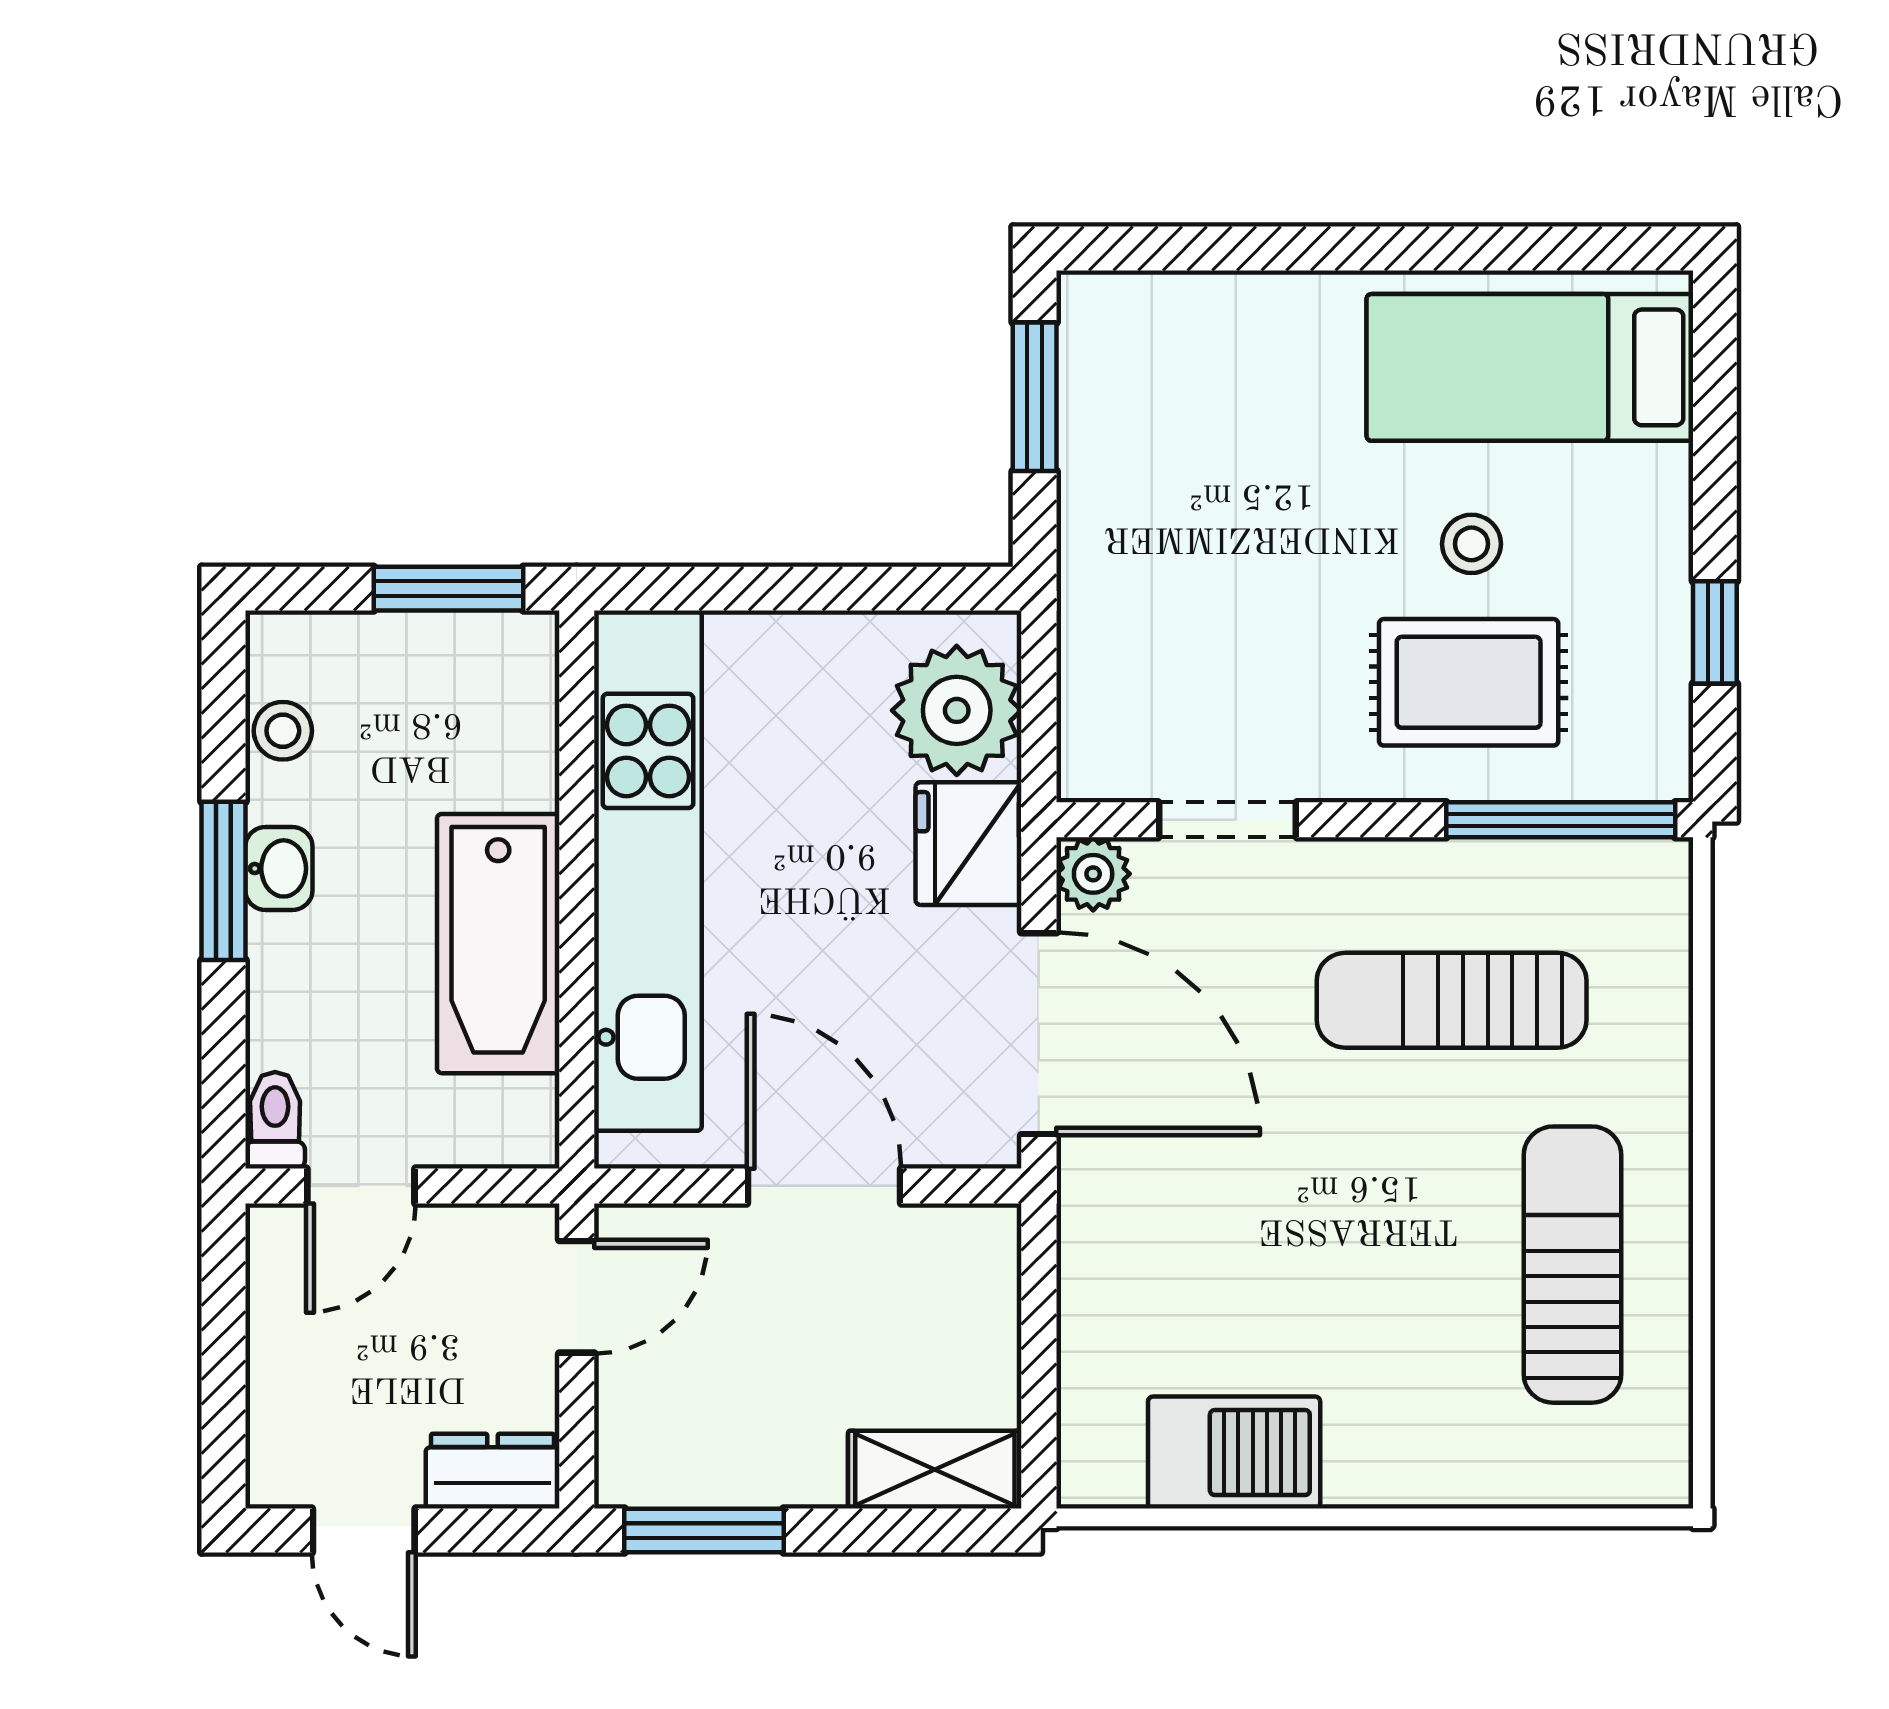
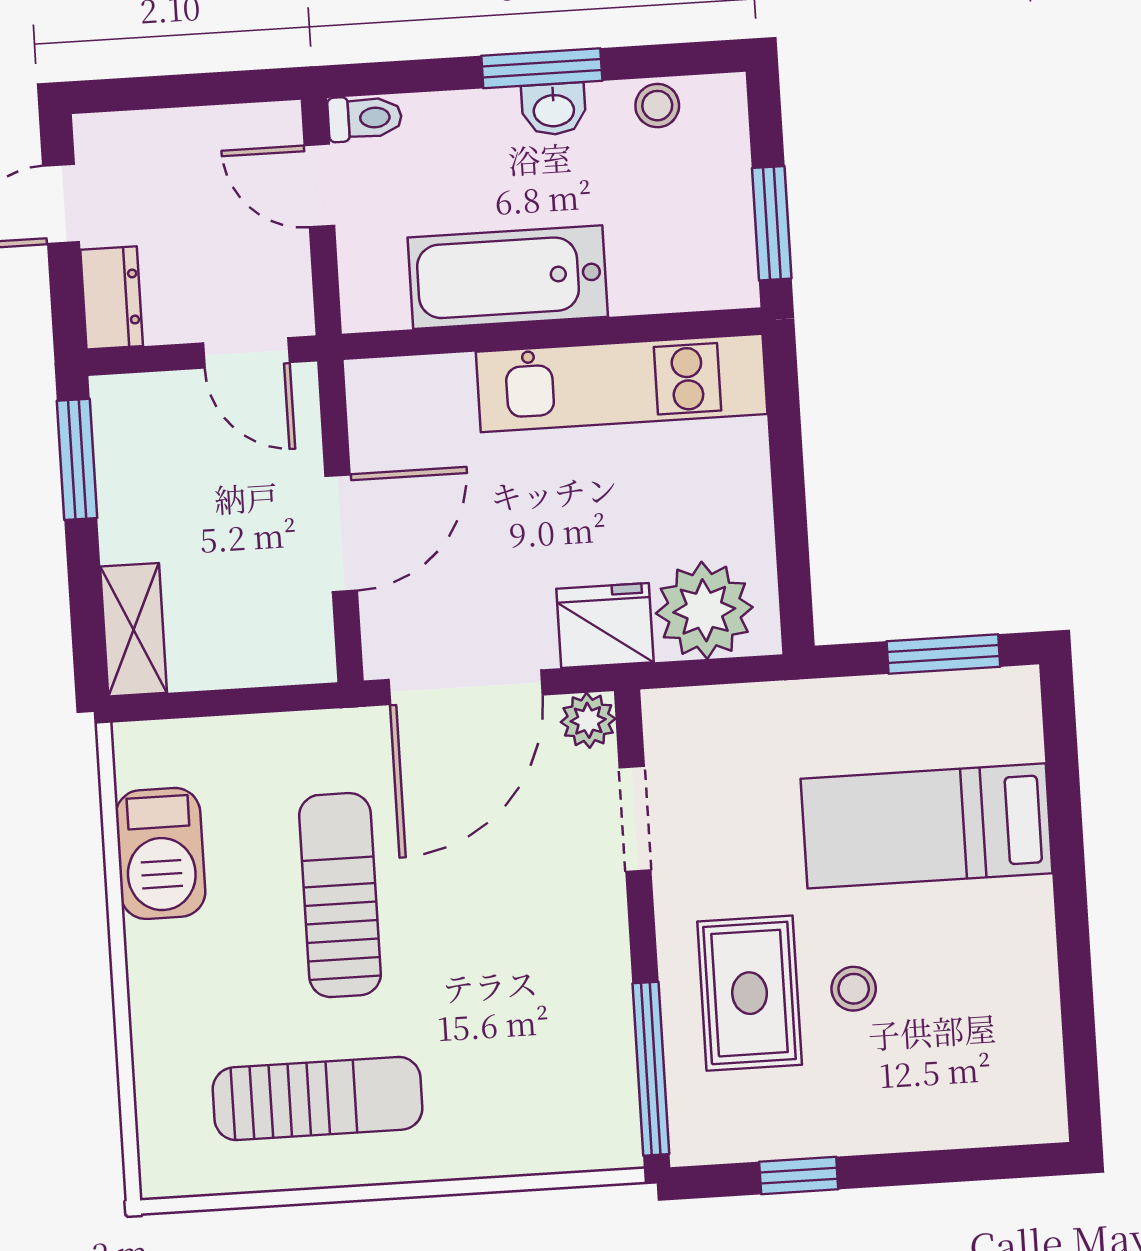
bed: (1530, 367) -> (927, 826), moved, turned -90
kitchen unit: (648, 871) -> (622, 383), width x0.73
sun lounger: (1452, 1000) -> (340, 895), moved

